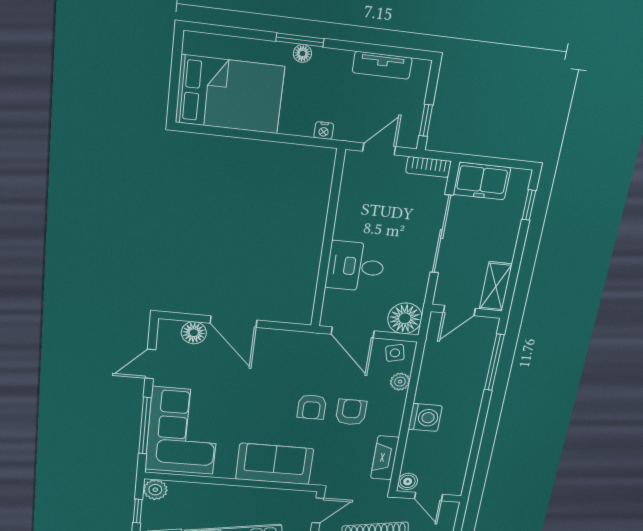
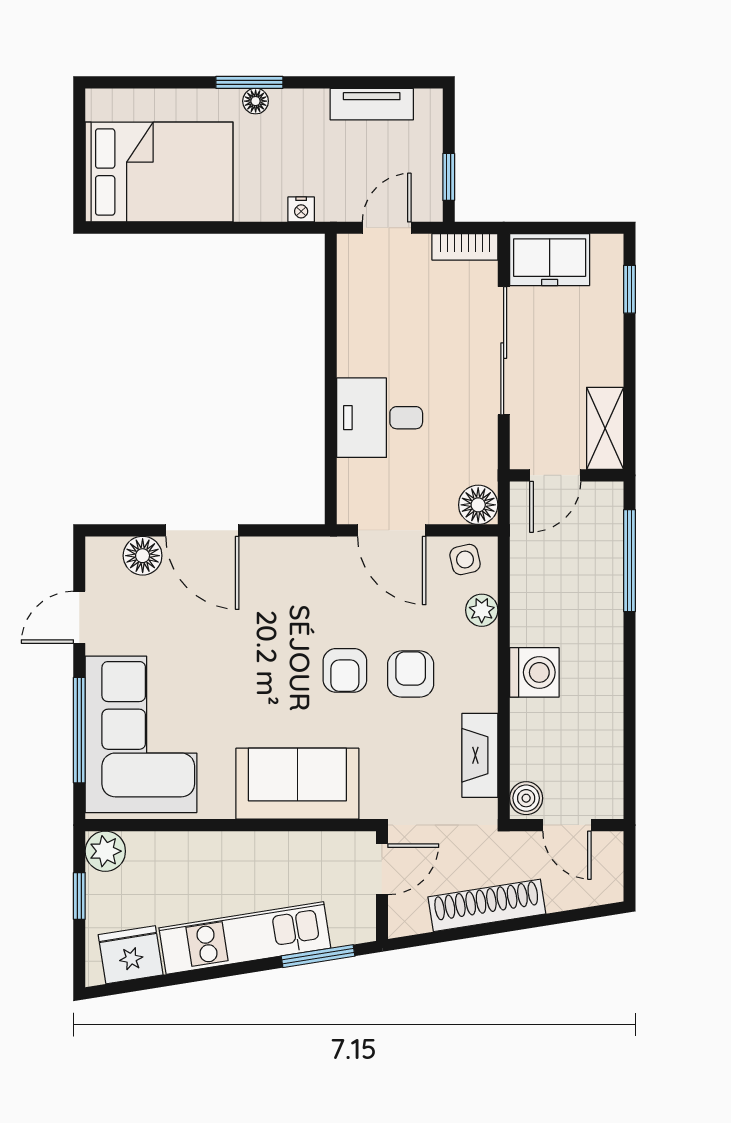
floor lamp: (405, 318) -> (478, 505), width x0.73, depth x0.73

